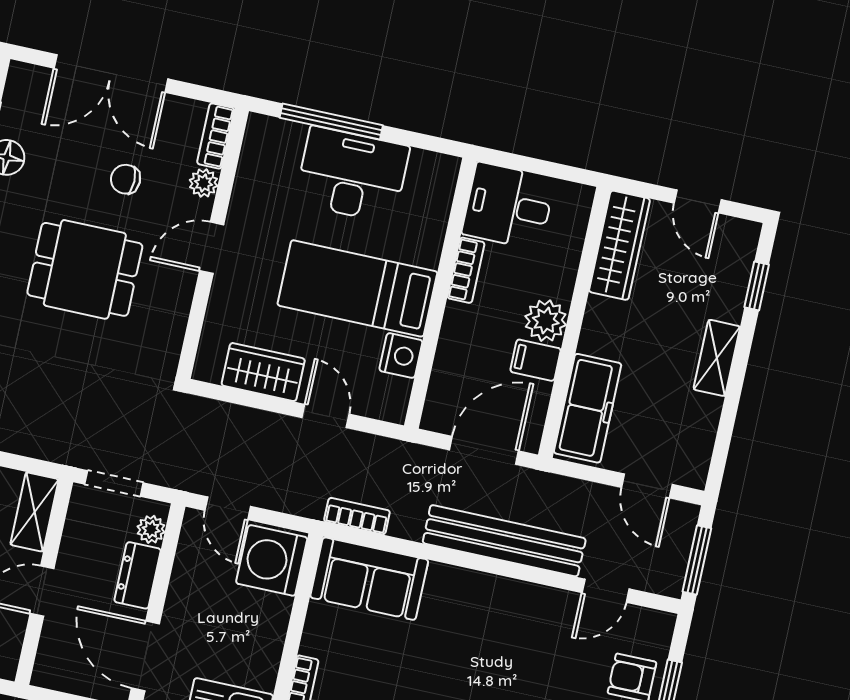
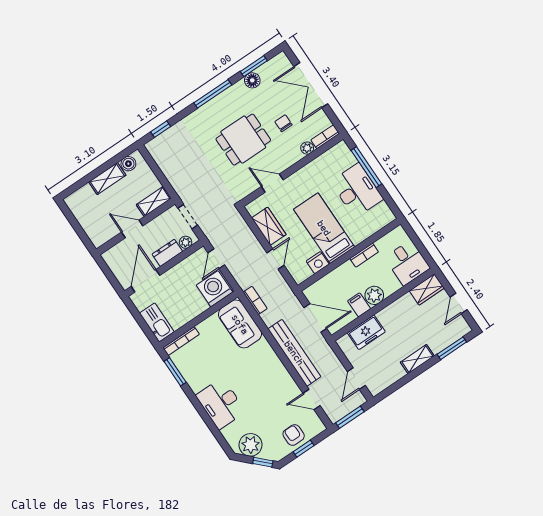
desk: (508, 206) -> (407, 263), moved, turned 180
wardrobe: (619, 245) -> (427, 289), width x0.67
door: (212, 248) -> (272, 183), moved
dining table: (85, 269) -> (243, 140), turned 90
window: (757, 286) -> (452, 348), width x1.50
freezer: (588, 408) -> (366, 332), width x0.71

